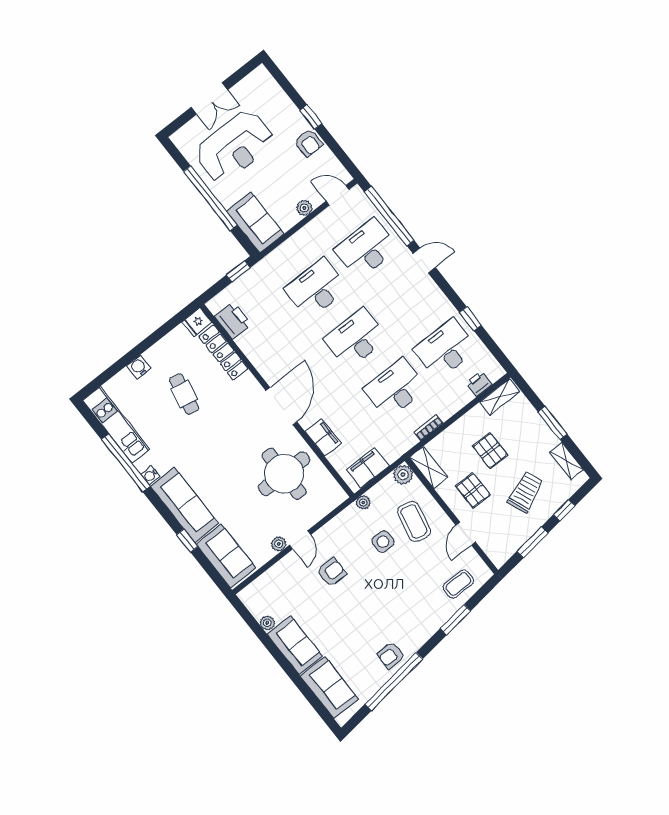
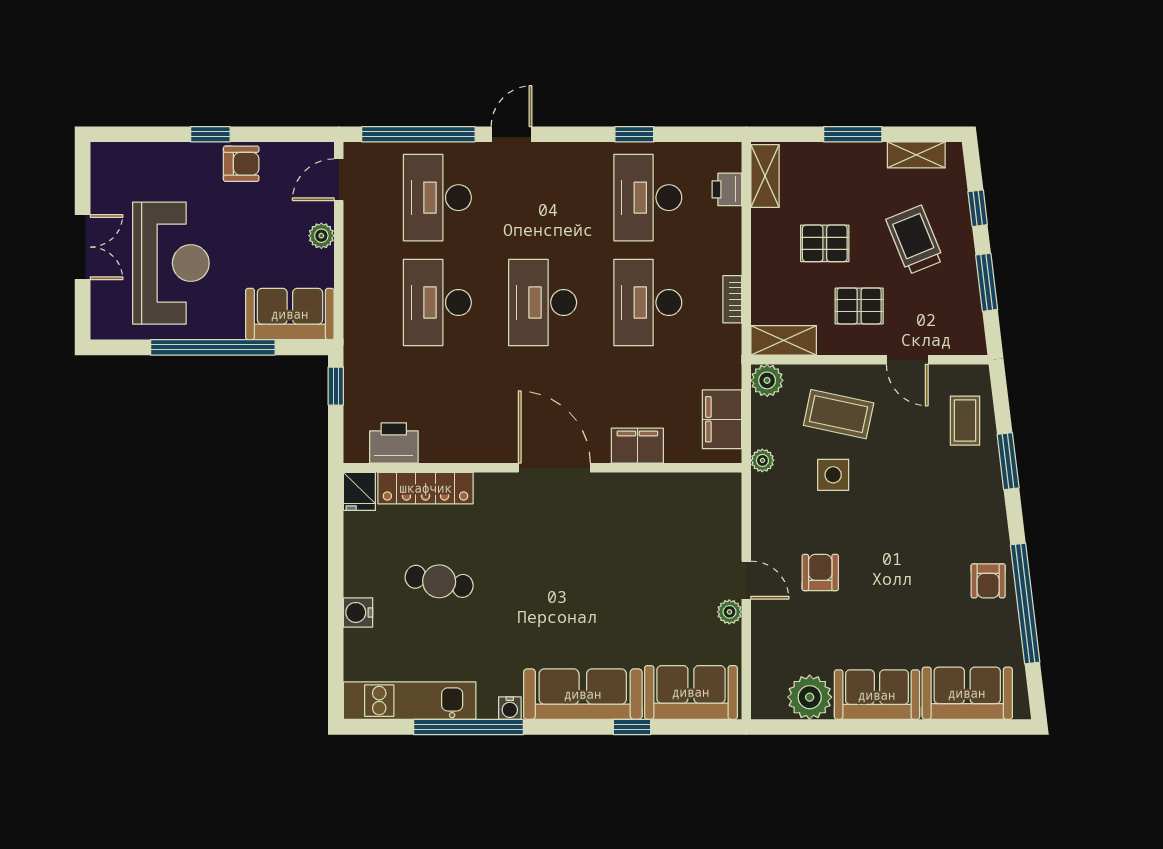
round table: (284, 474) -> (644, 533), removed
plant: (267, 623) -> (810, 697), width x1.88, depth x1.88

